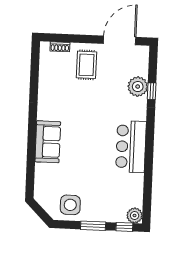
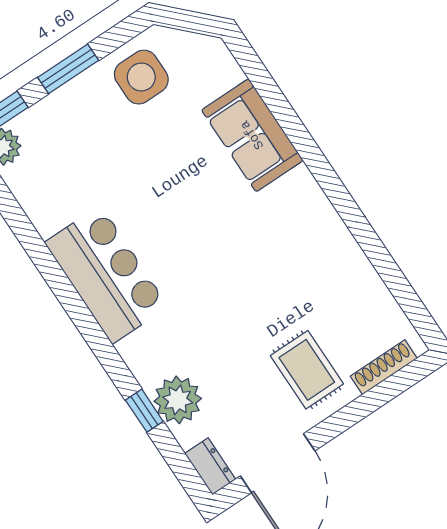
shoe rack: (60, 47) -> (384, 367), width x1.43
dresser: (143, 56) -> (210, 466), added
sofa: (48, 142) -> (252, 135), moved

